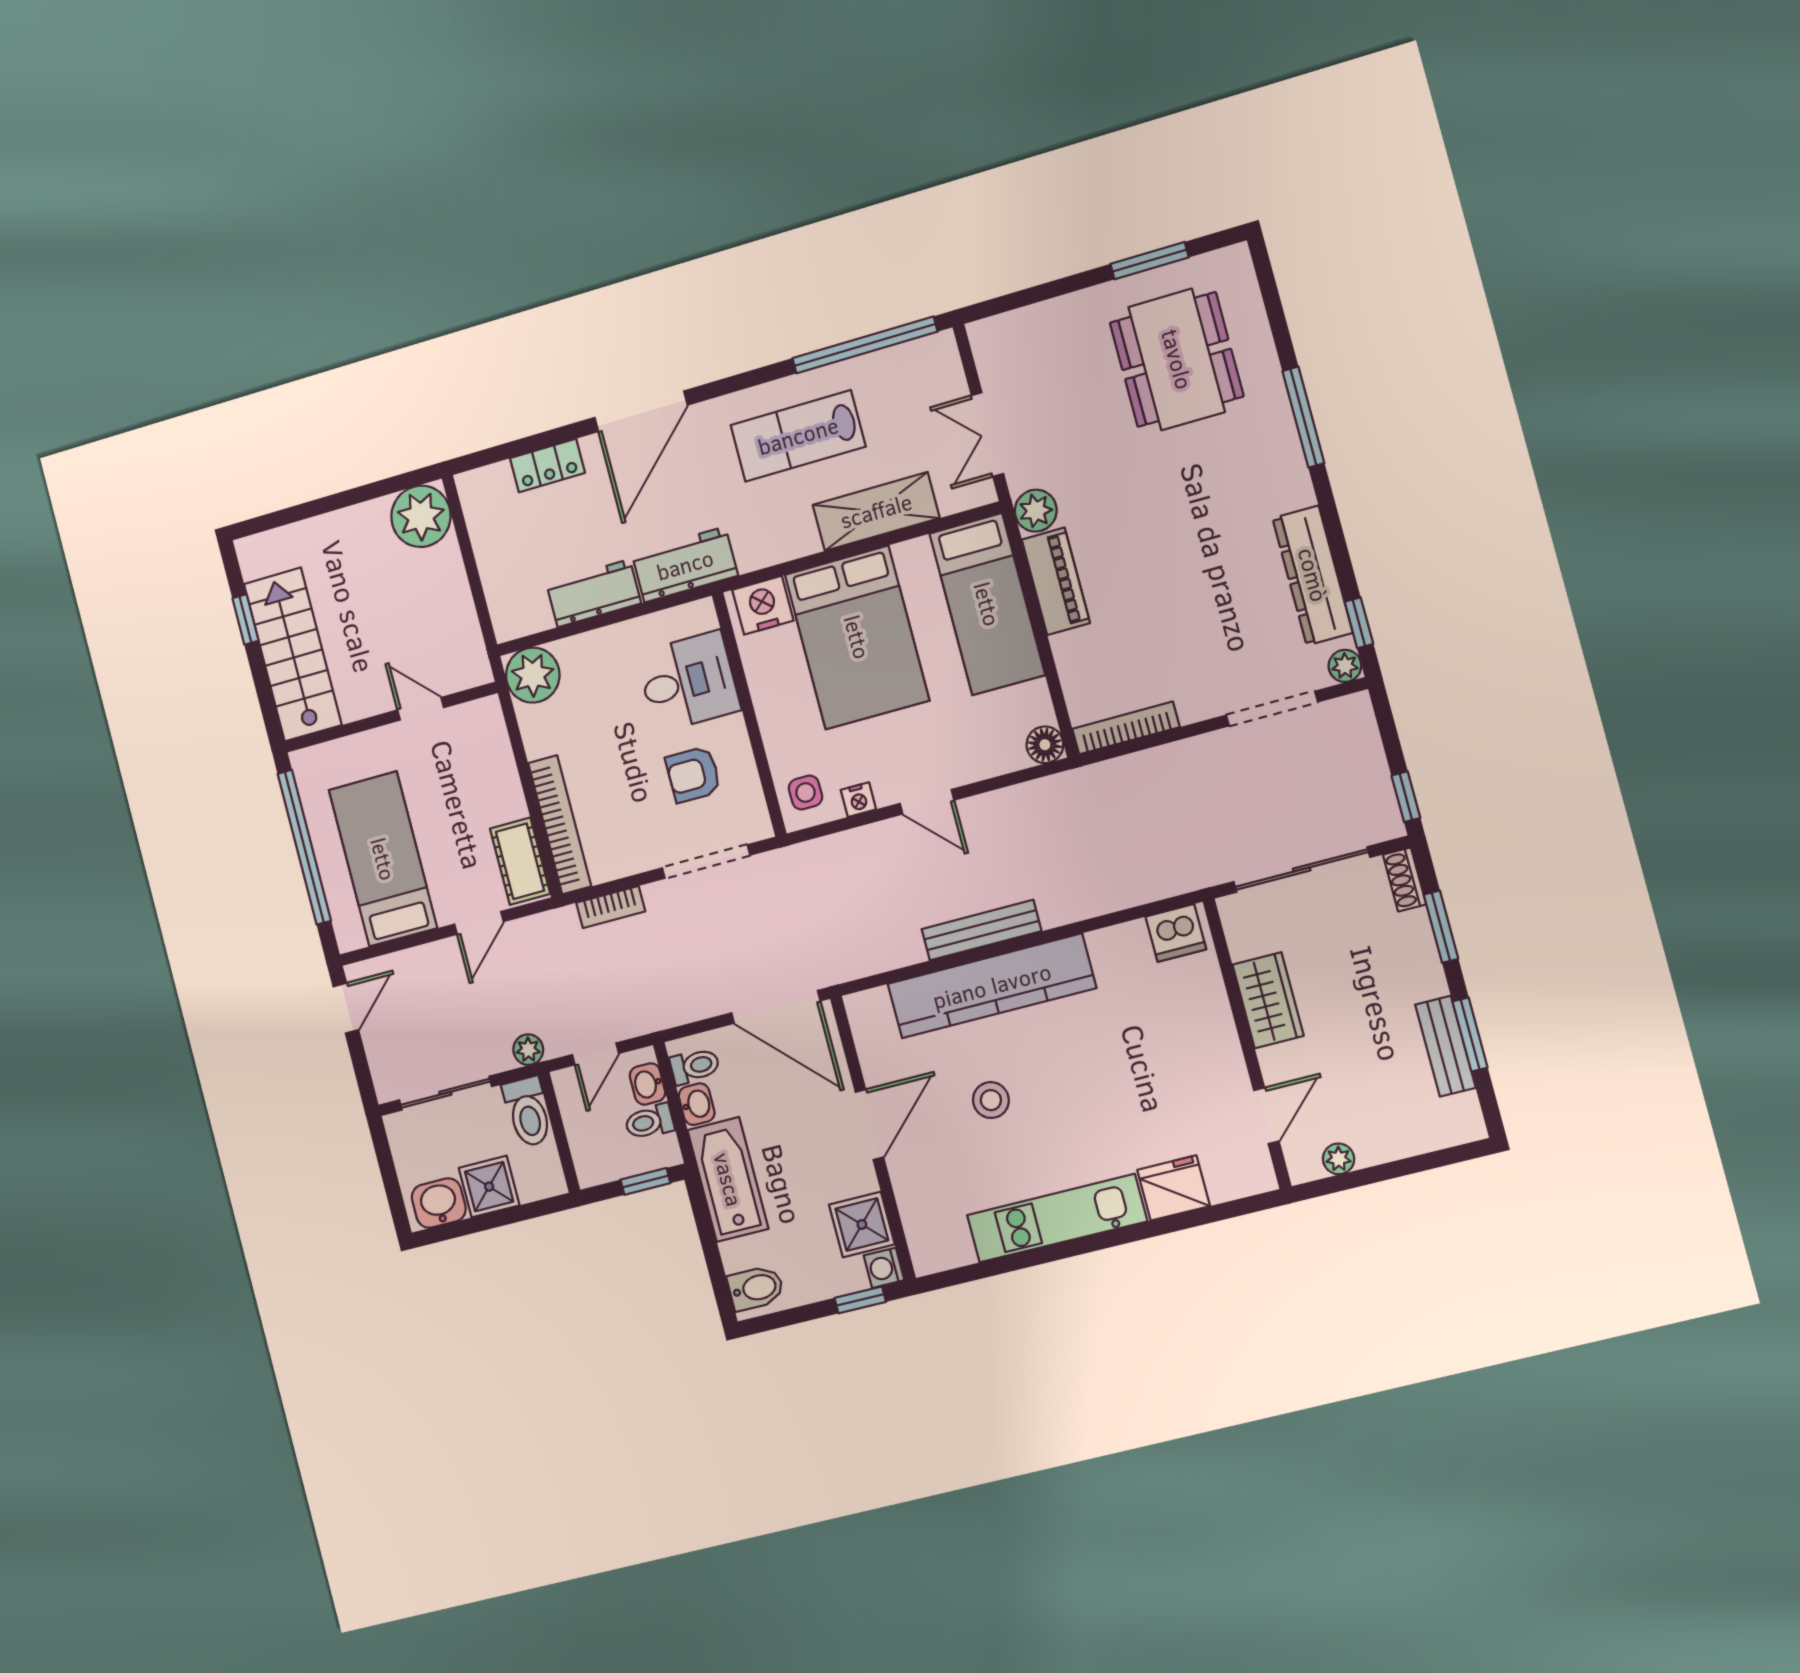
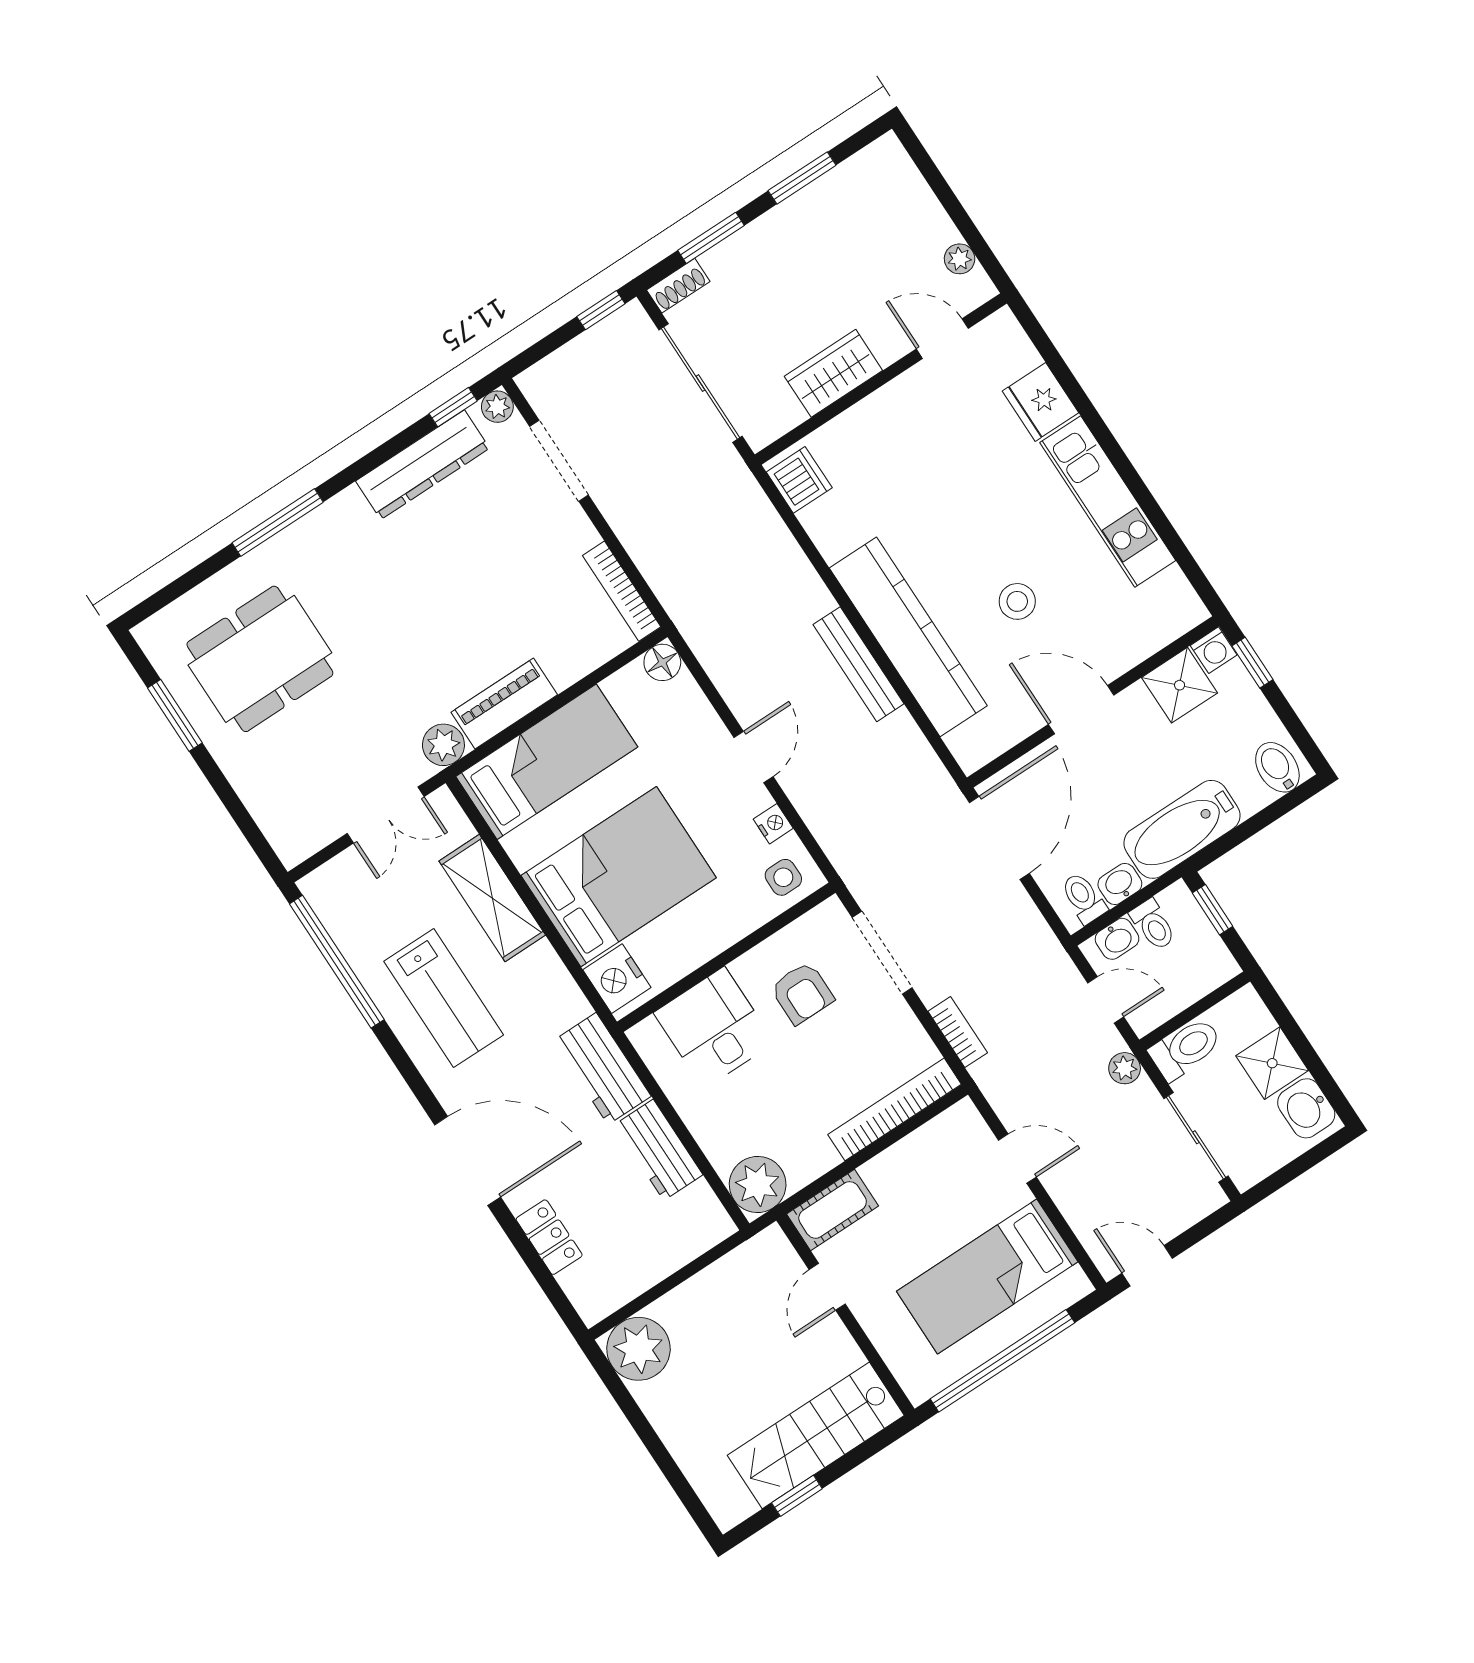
cot: (520, 861) -> (833, 1210), moved
bench: (1445, 1046) -> (821, 197), removed

